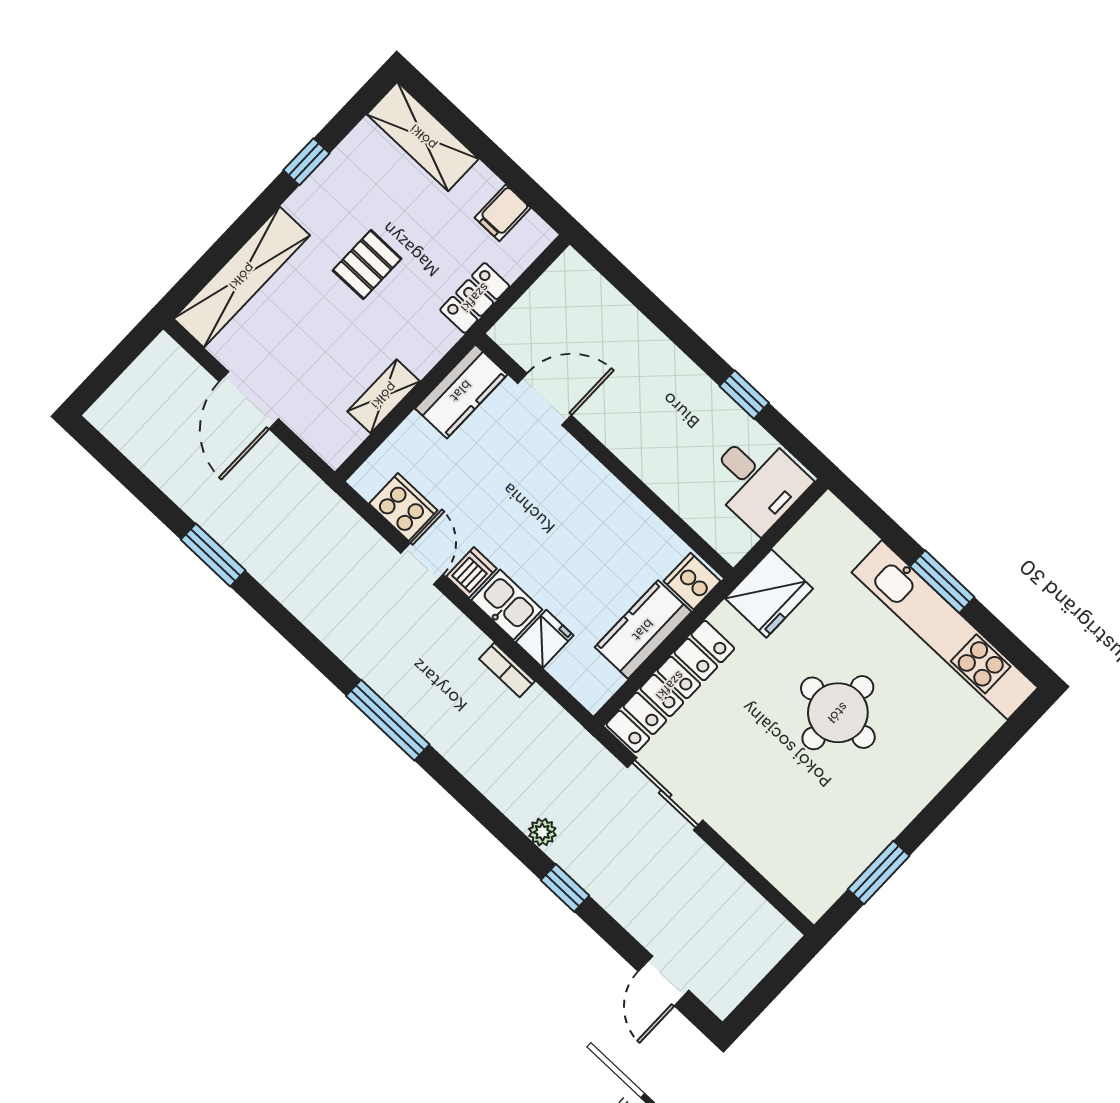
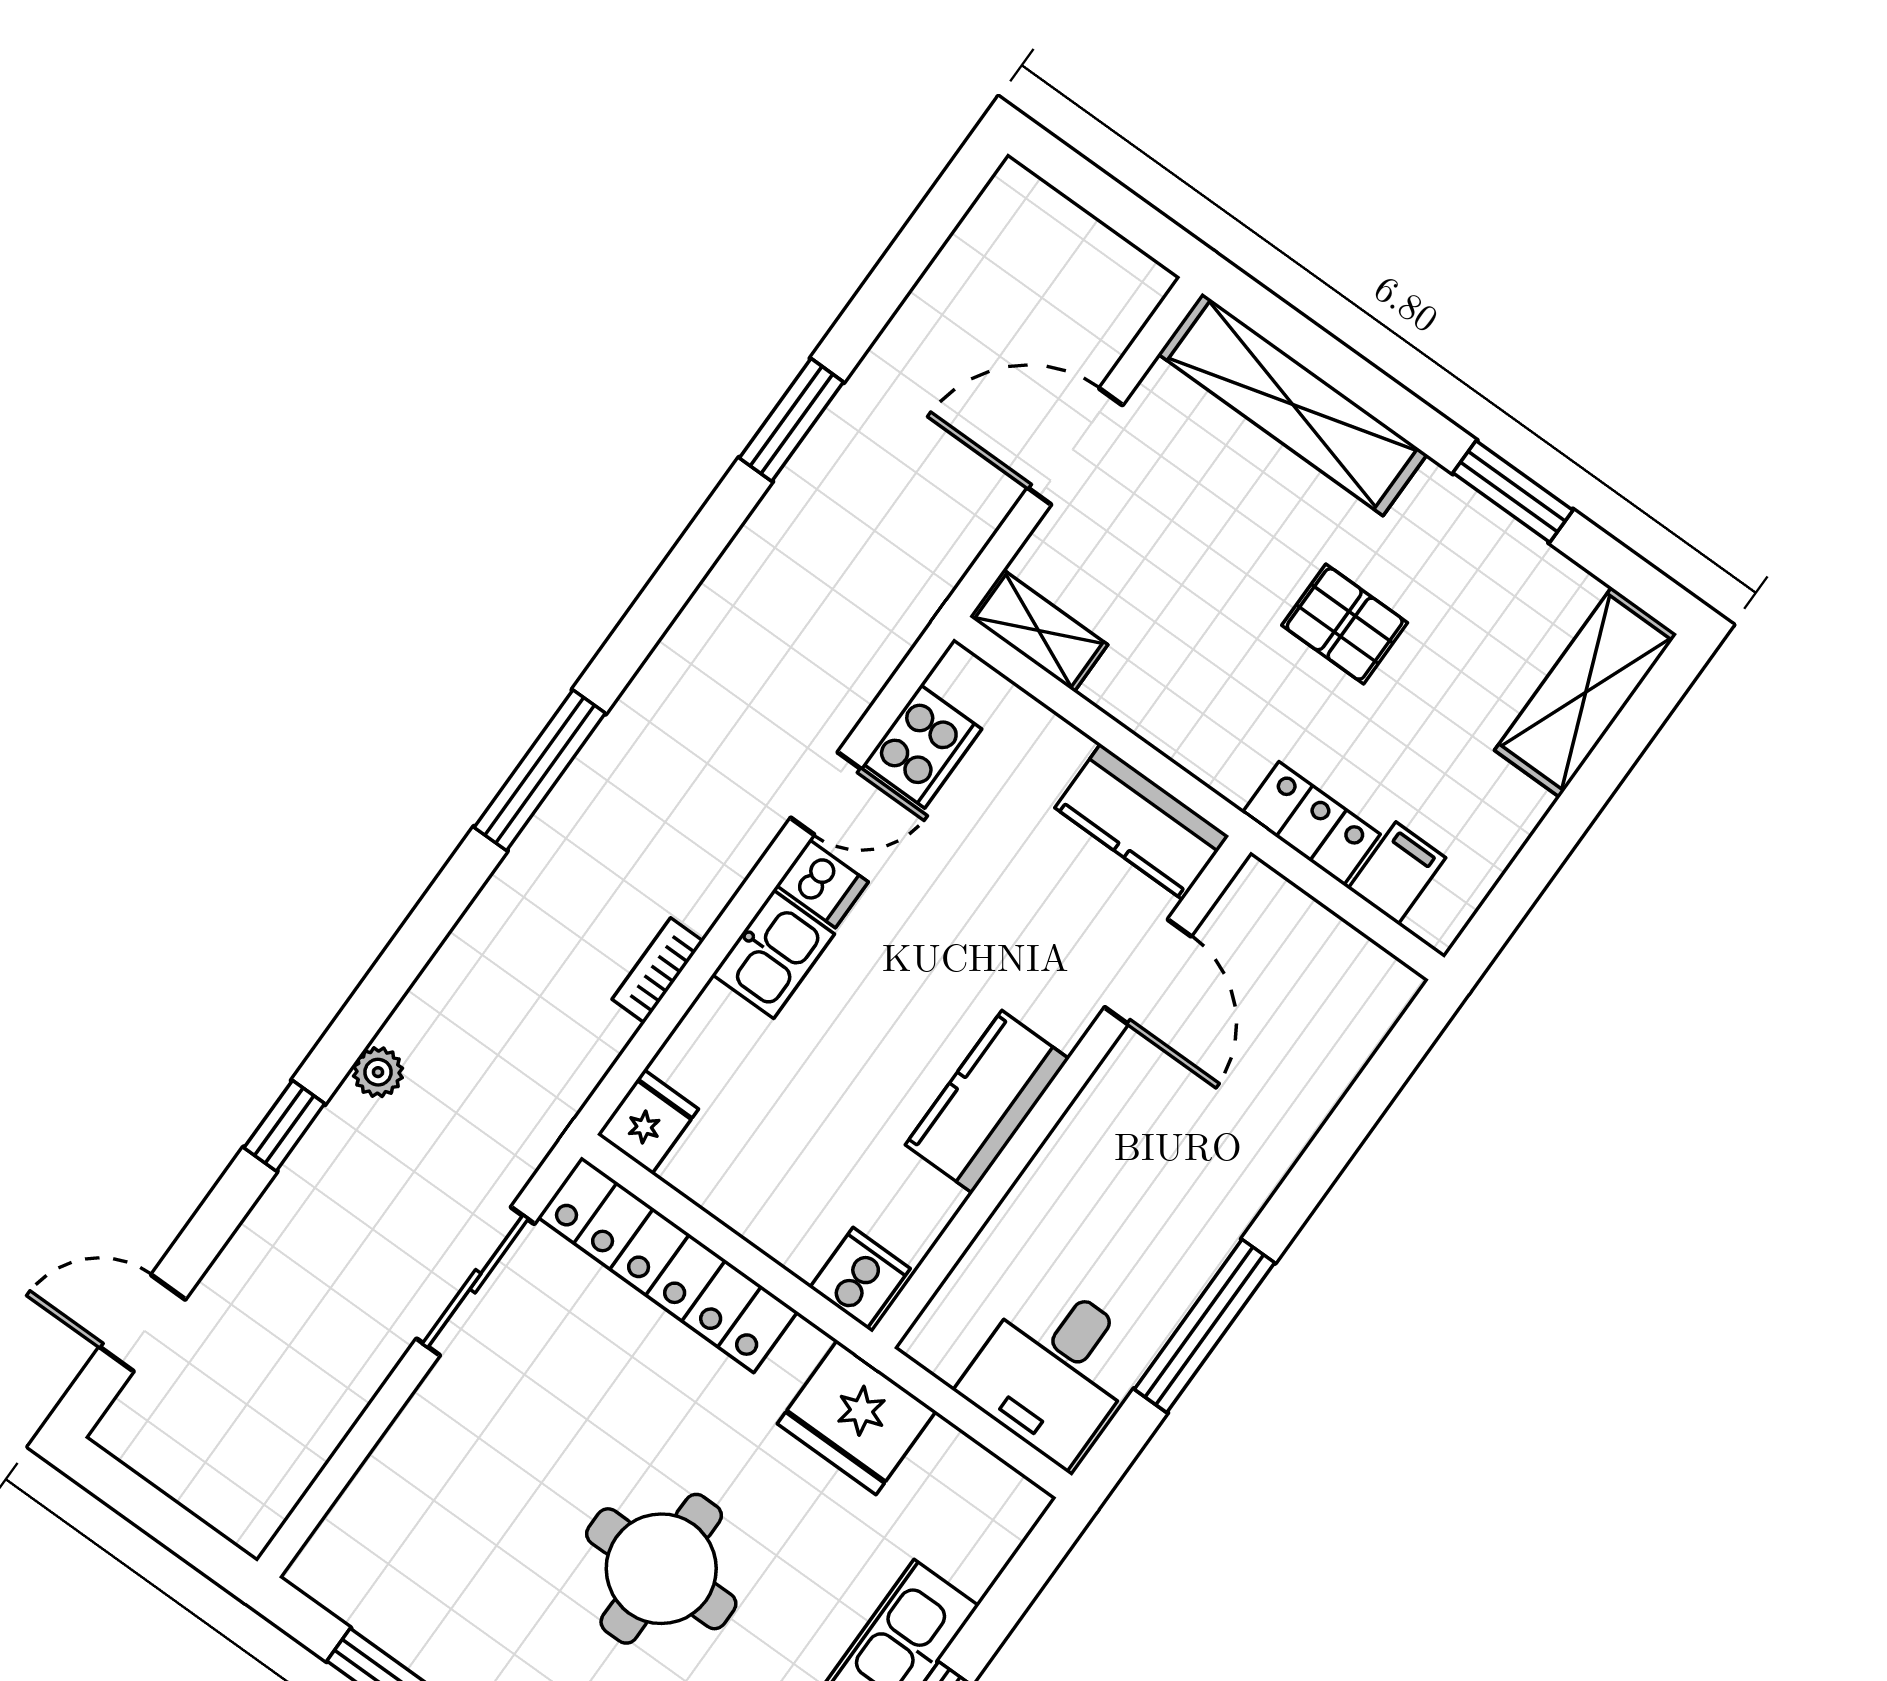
window: (306, 162) -> (1513, 492), width x1.50
filing cabinet: (503, 213) -> (1397, 873), moved, turned 90
window: (744, 395) -> (1204, 1326), width x2.17
shelving: (384, 396) -> (1039, 631), moved
kitchen counter: (643, 630) -> (987, 1102), moved, turned -90
fridge: (545, 639) -> (648, 1122), moved, turned -90

